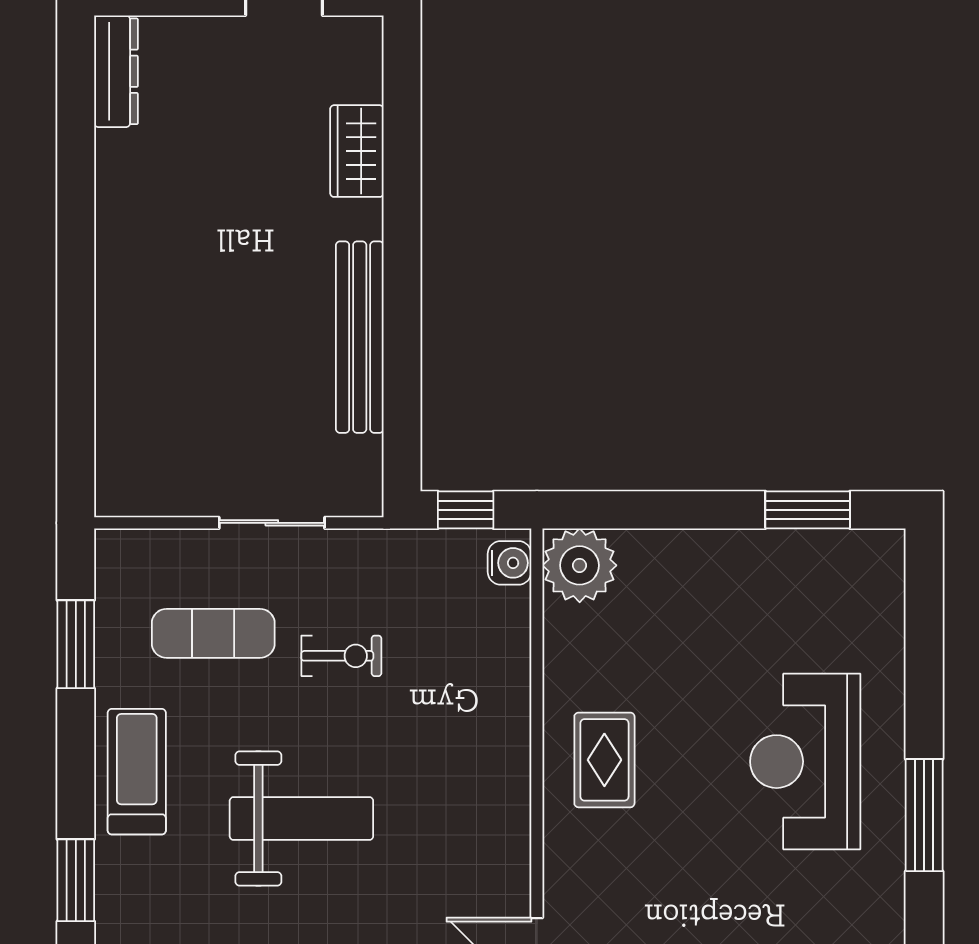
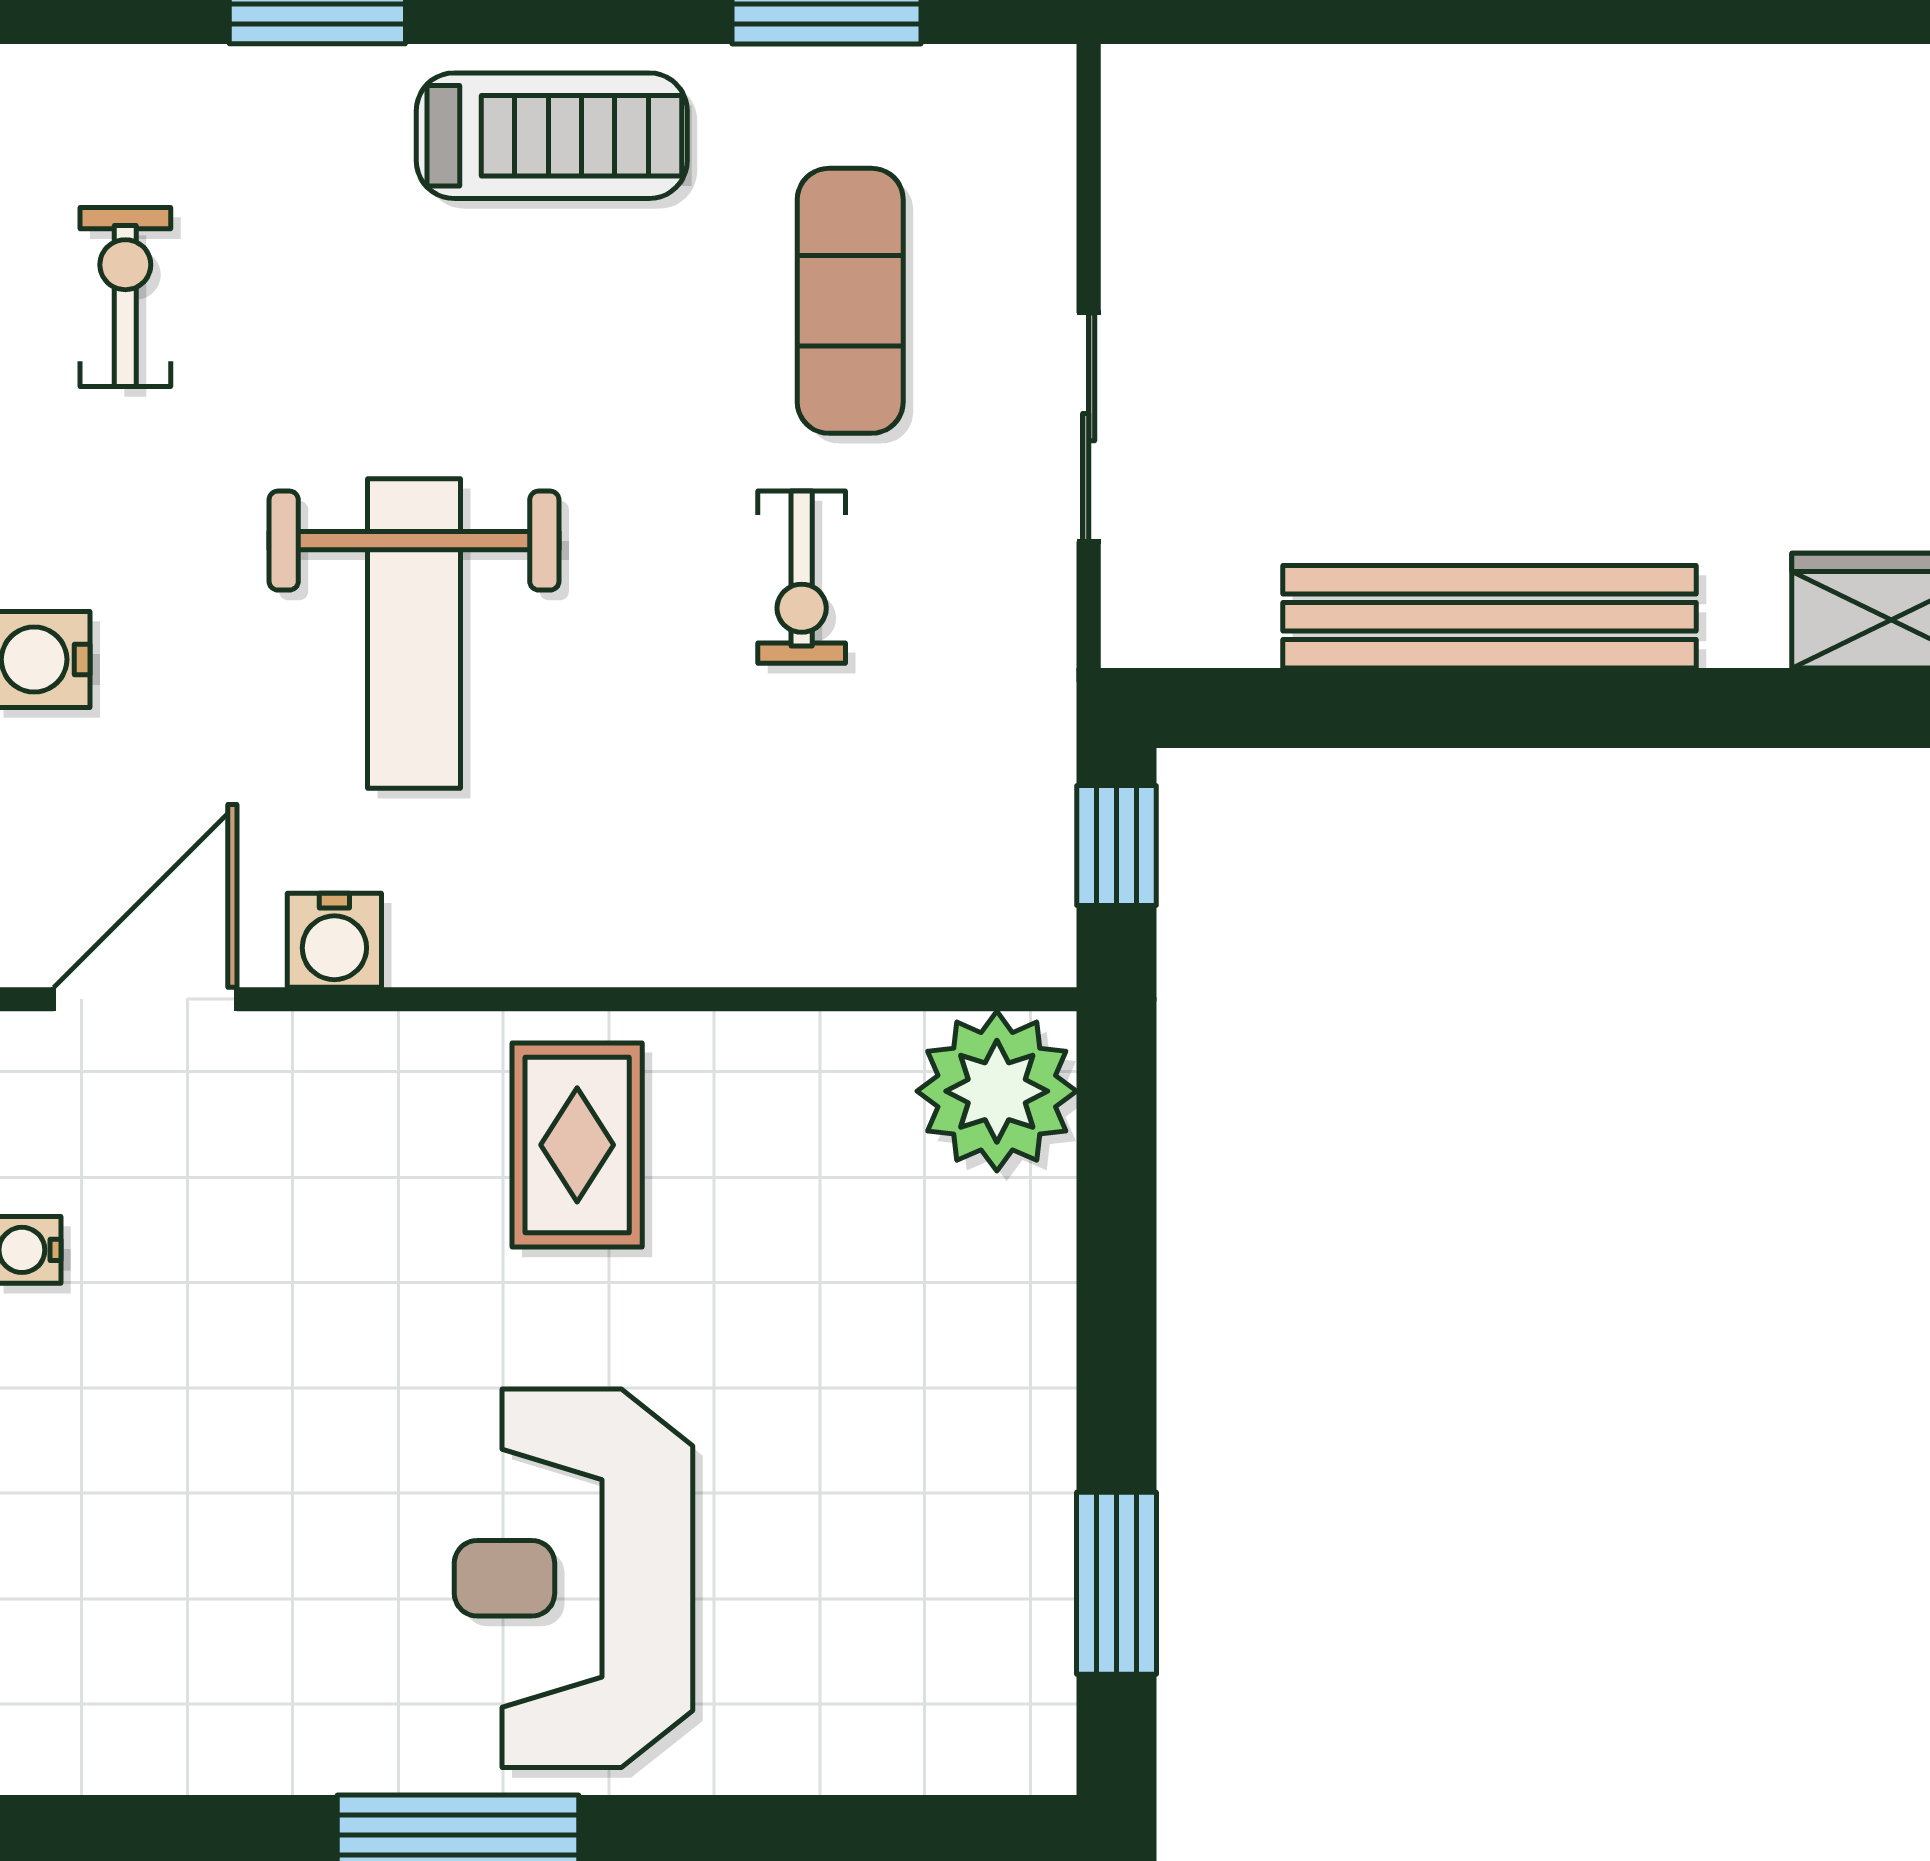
water cooler: (510, 563) -> (334, 940), moved
rug: (604, 760) -> (577, 1145), turned 90
reception desk: (805, 762) -> (574, 1578), turned -90
weight bench: (301, 819) -> (414, 634), moved

